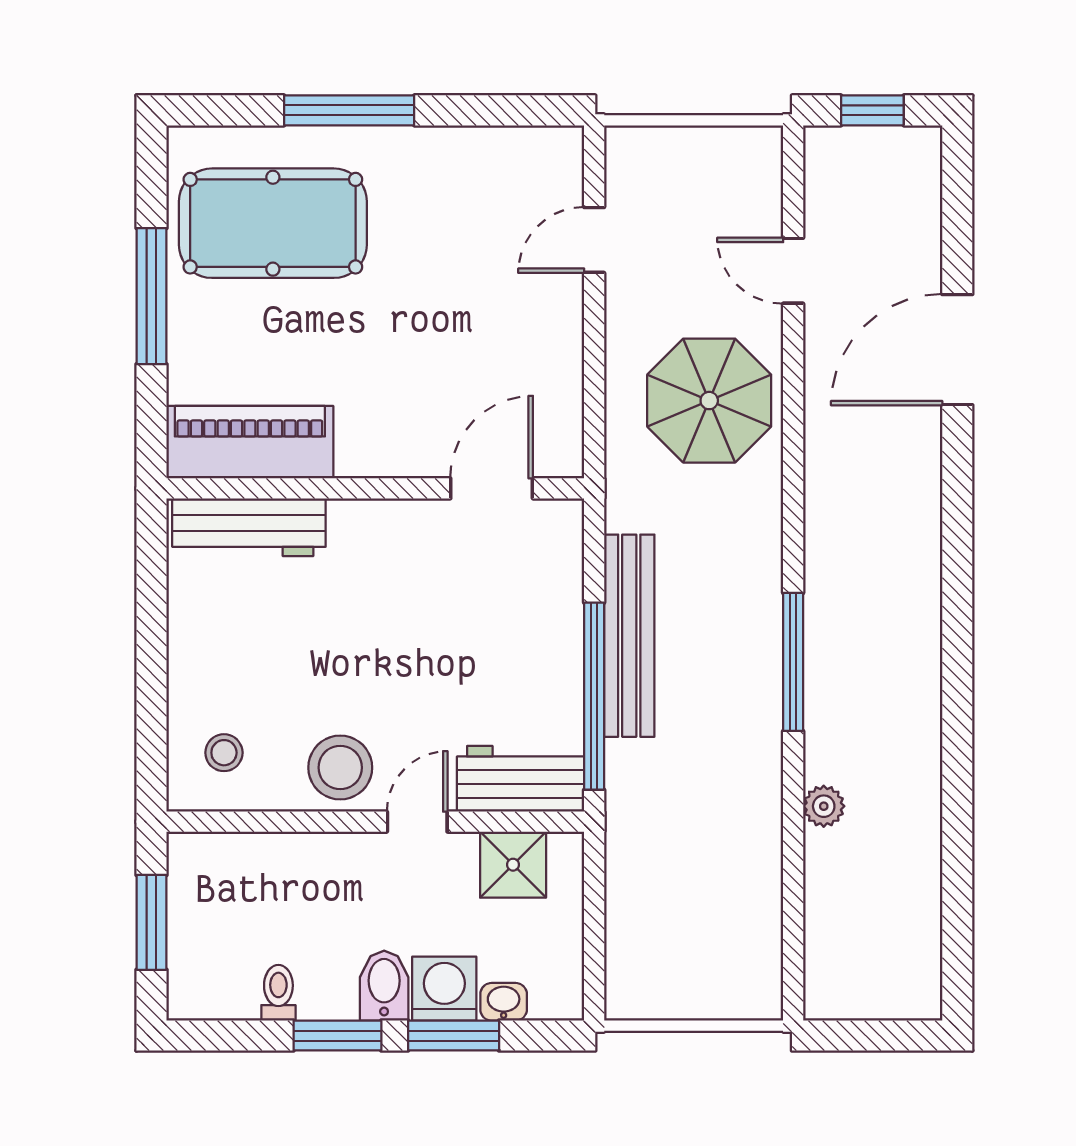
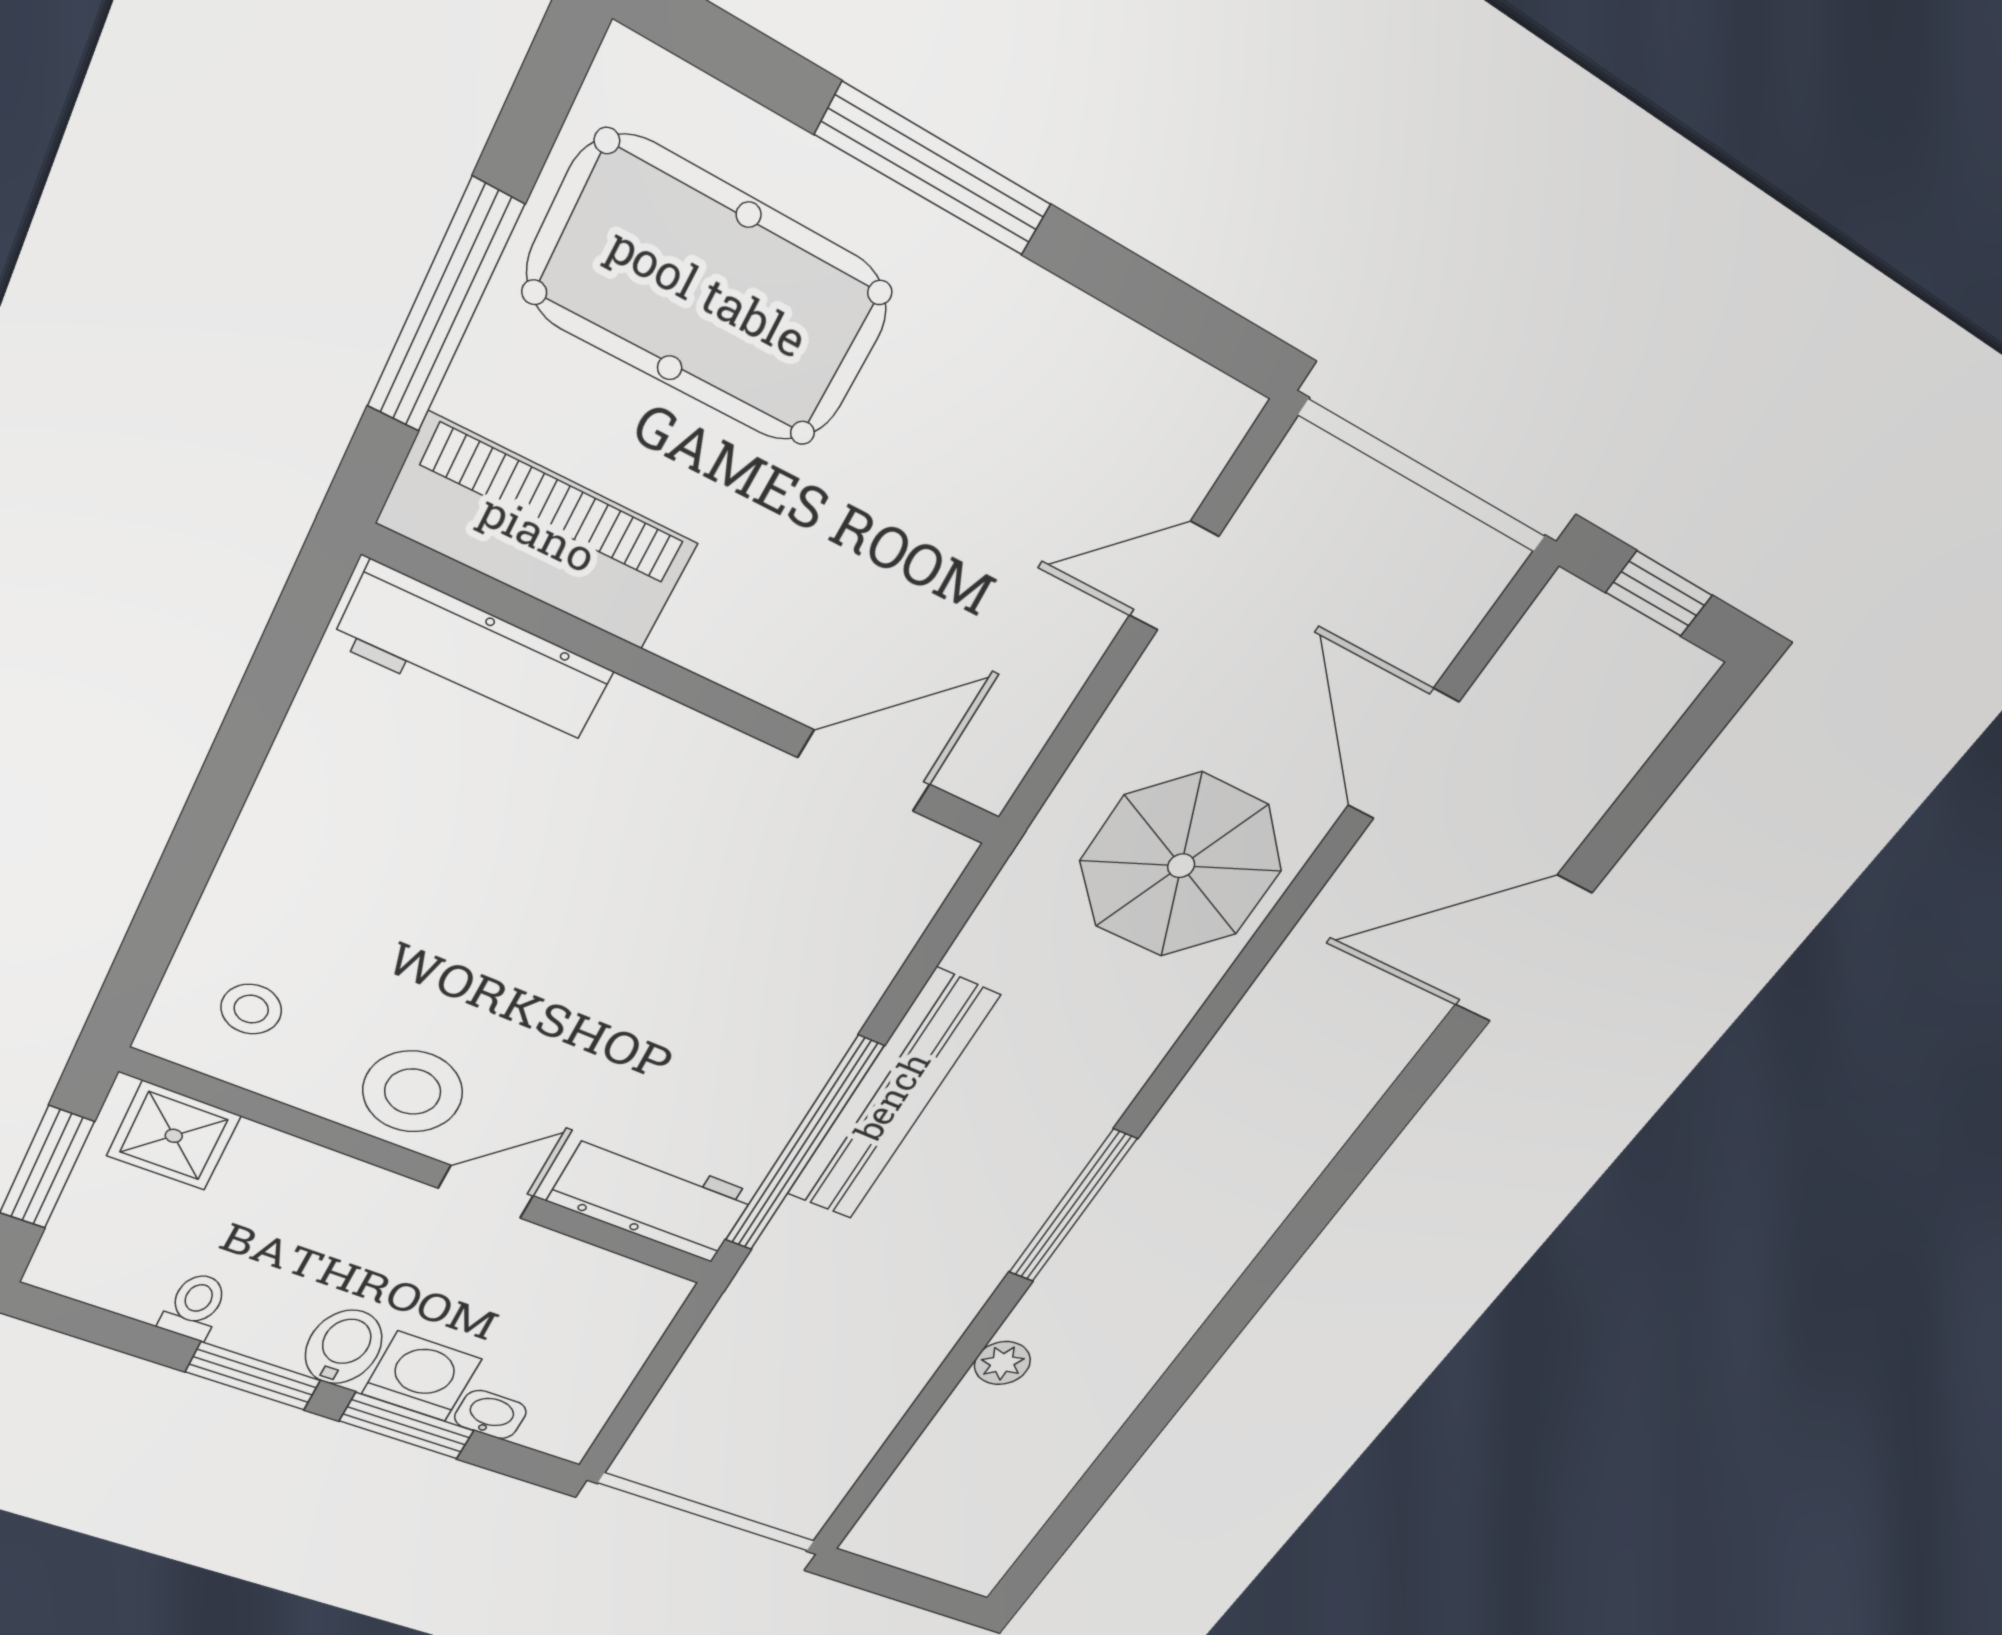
door: (793, 271) -> (1403, 754), width x1.38
piano: (250, 442) -> (538, 533), moved
wall: (375, 488) -> (696, 692), moved
door: (492, 488) -> (864, 771), moved
workbench: (249, 527) -> (474, 657), moved
shower: (513, 865) -> (174, 1136), moved

